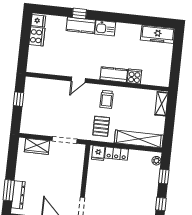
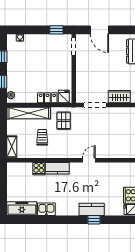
kitchen sink: (105, 28) -> (46, 209), moved
trolley: (107, 99) -> (42, 137), moved

